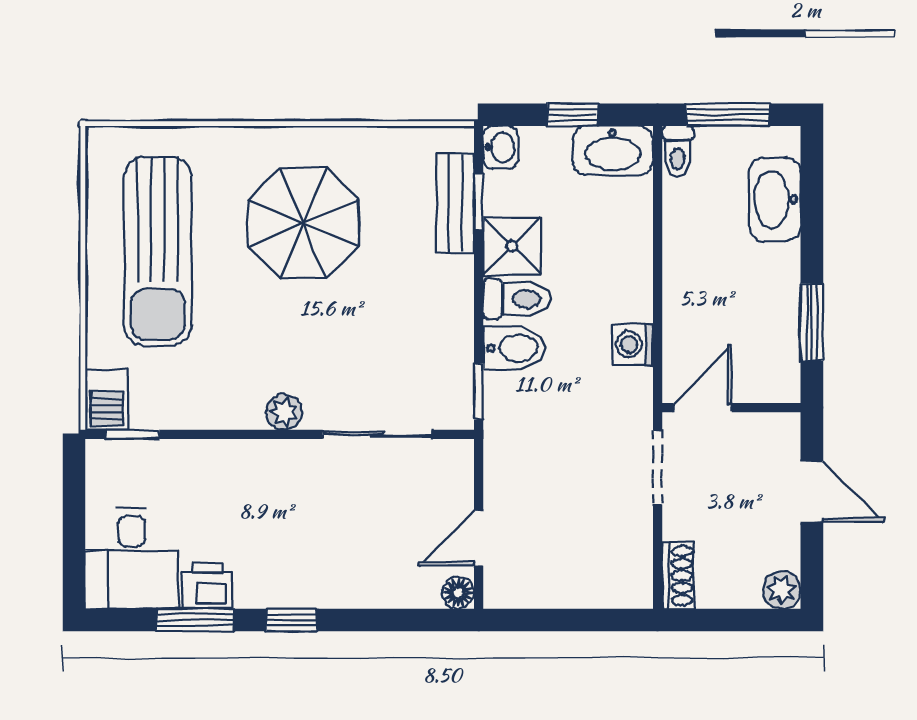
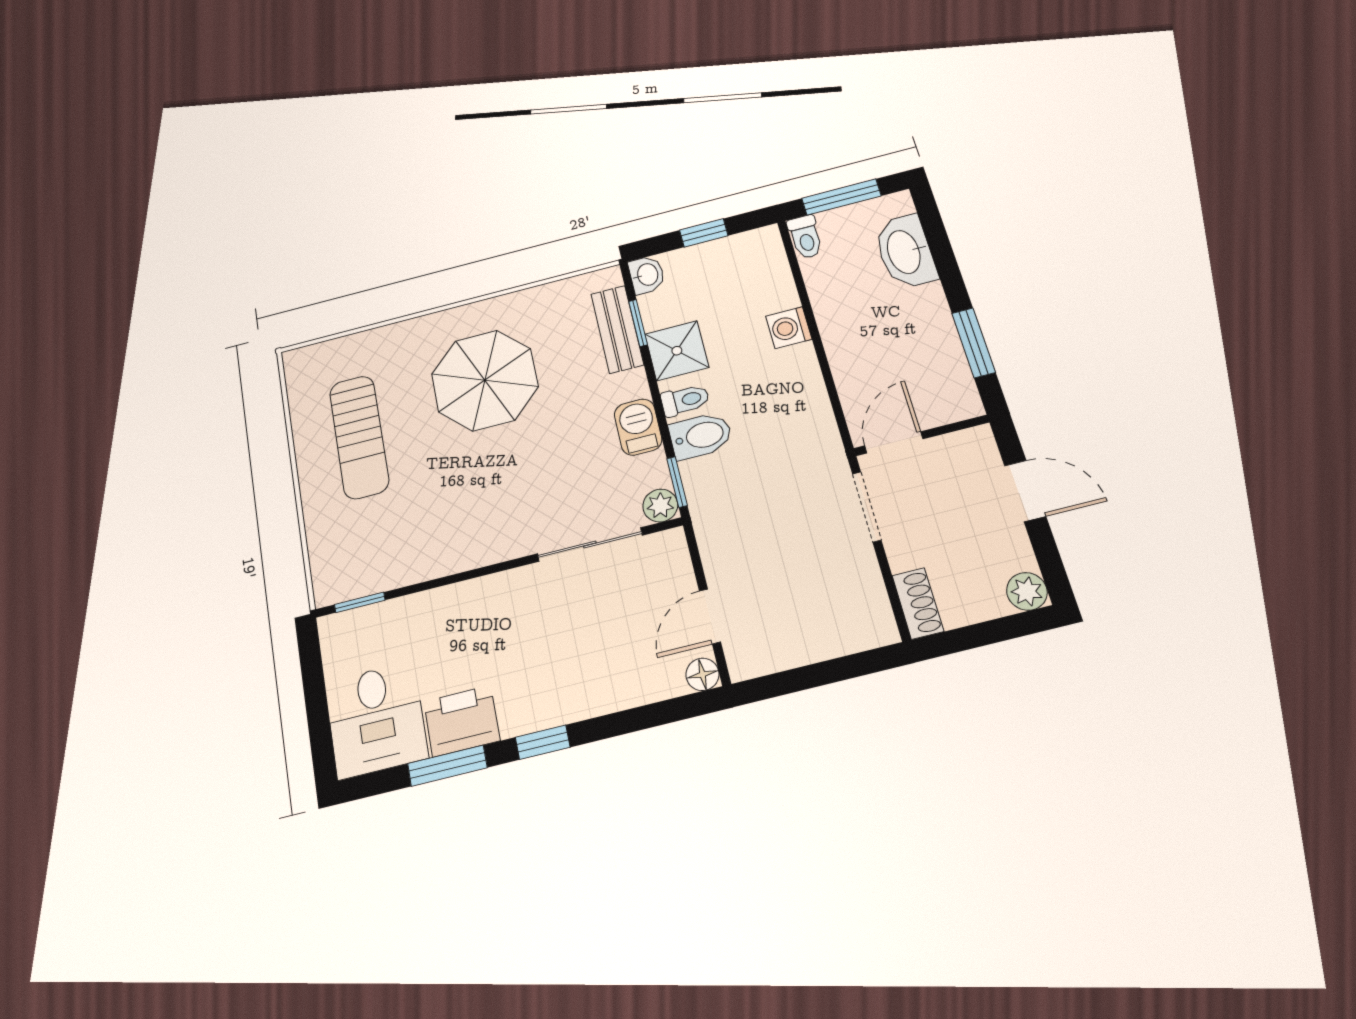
washbasin: (613, 151) -> (747, 251), removed
sun lounger: (158, 251) -> (359, 437), width x0.73, depth x0.75
toilet: (517, 299) -> (685, 400), width x0.73, depth x0.72
washing machine: (633, 344) -> (789, 328), moved
barbecue: (107, 400) -> (638, 427), moved, turned 180
plant: (284, 412) -> (660, 506), moved
printer: (207, 586) -> (462, 721), width x1.36, depth x1.24

